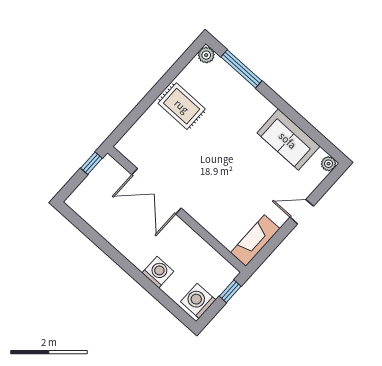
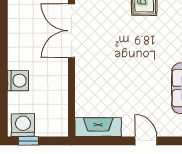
window: (230, 291) -> (28, 141), moved

